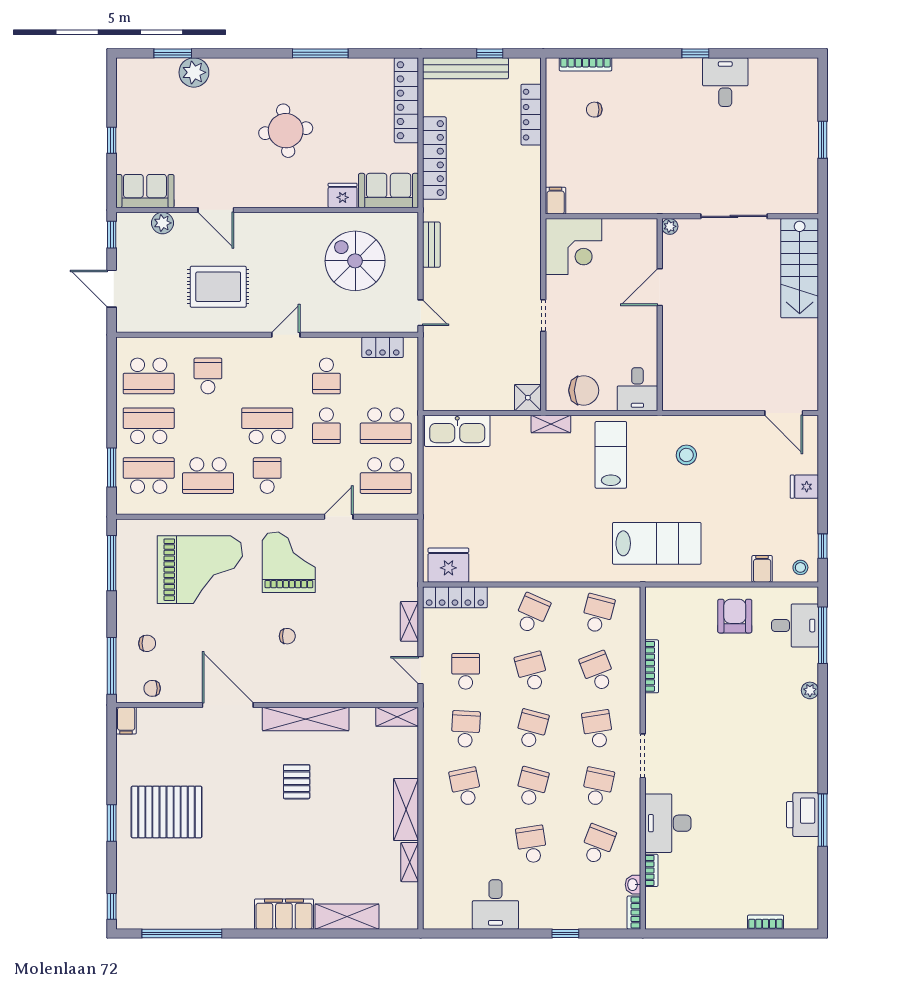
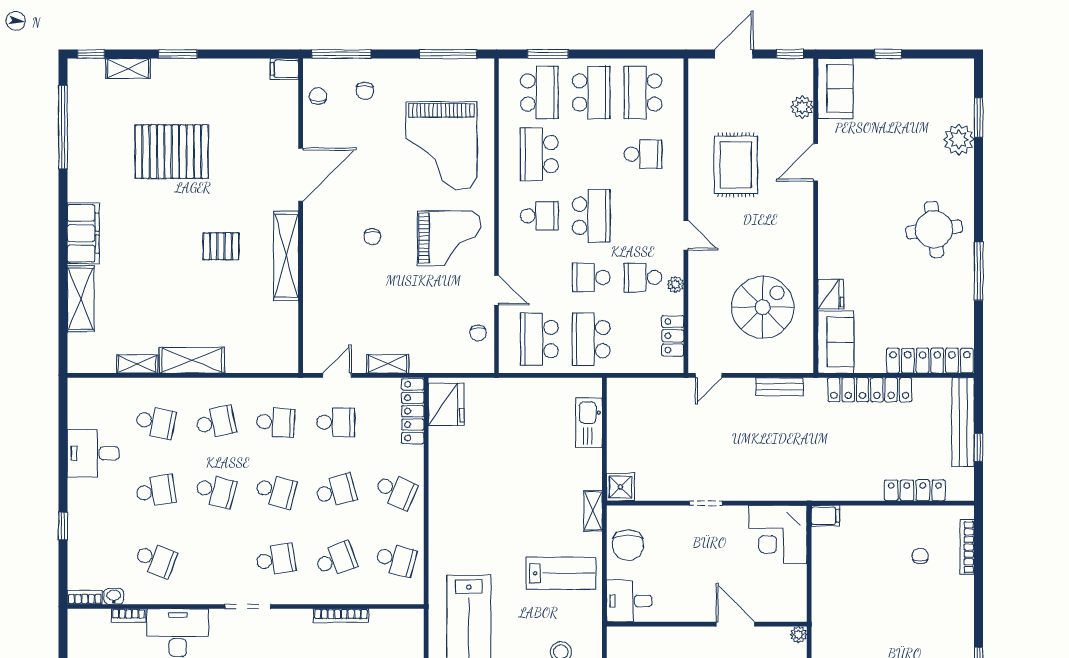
round table: (286, 131) -> (934, 229), moved
plant: (333, 345) -> (675, 284), added
kitchen sink: (457, 431) -> (589, 423), width x0.73, depth x0.81
chair: (380, 535) -> (478, 333), added
shelving: (397, 717) -> (128, 68), moved, turned 90
school desk: (598, 787) -> (156, 422), moved
pallet: (167, 812) -> (172, 152), moved, turned 90

